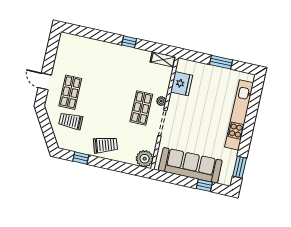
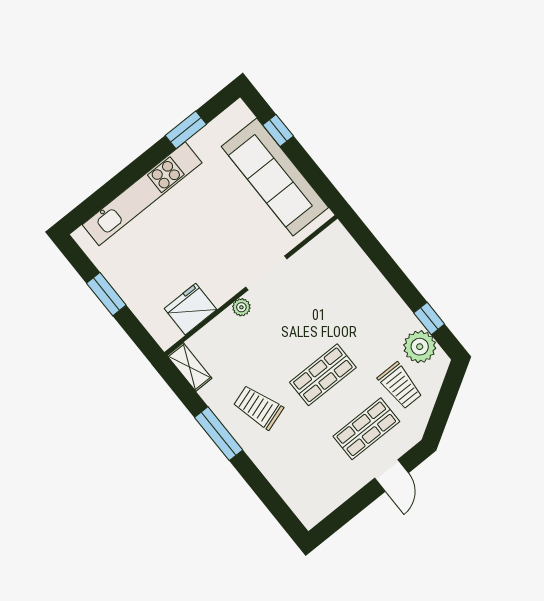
window: (129, 42) -> (219, 434), width x2.17
shop shelf: (141, 108) -> (323, 375), moved
trolley: (105, 145) -> (258, 407), moved
plant: (145, 159) -> (420, 347), moved
window: (240, 167) -> (186, 130), moved

